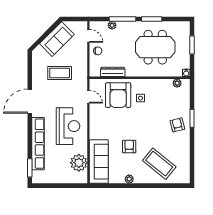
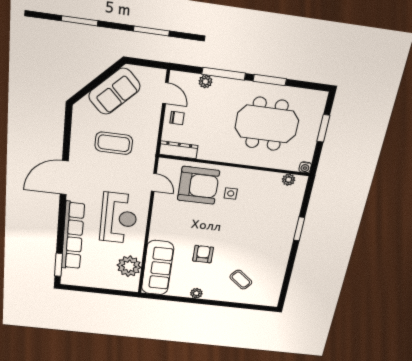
dresser: (113, 72) -> (178, 150), moved
armchair: (118, 95) -> (198, 185), turned -90
armchair: (177, 125) -> (276, 235), removed
coffee table: (159, 164) -> (241, 280), width x0.54, depth x0.58

